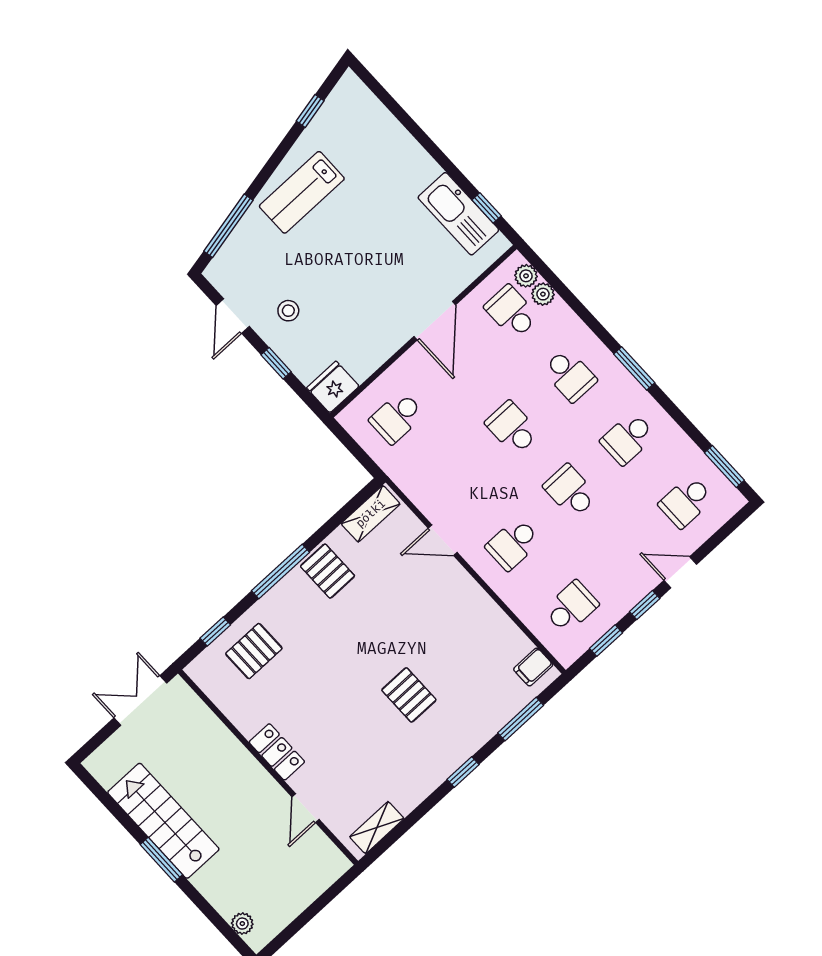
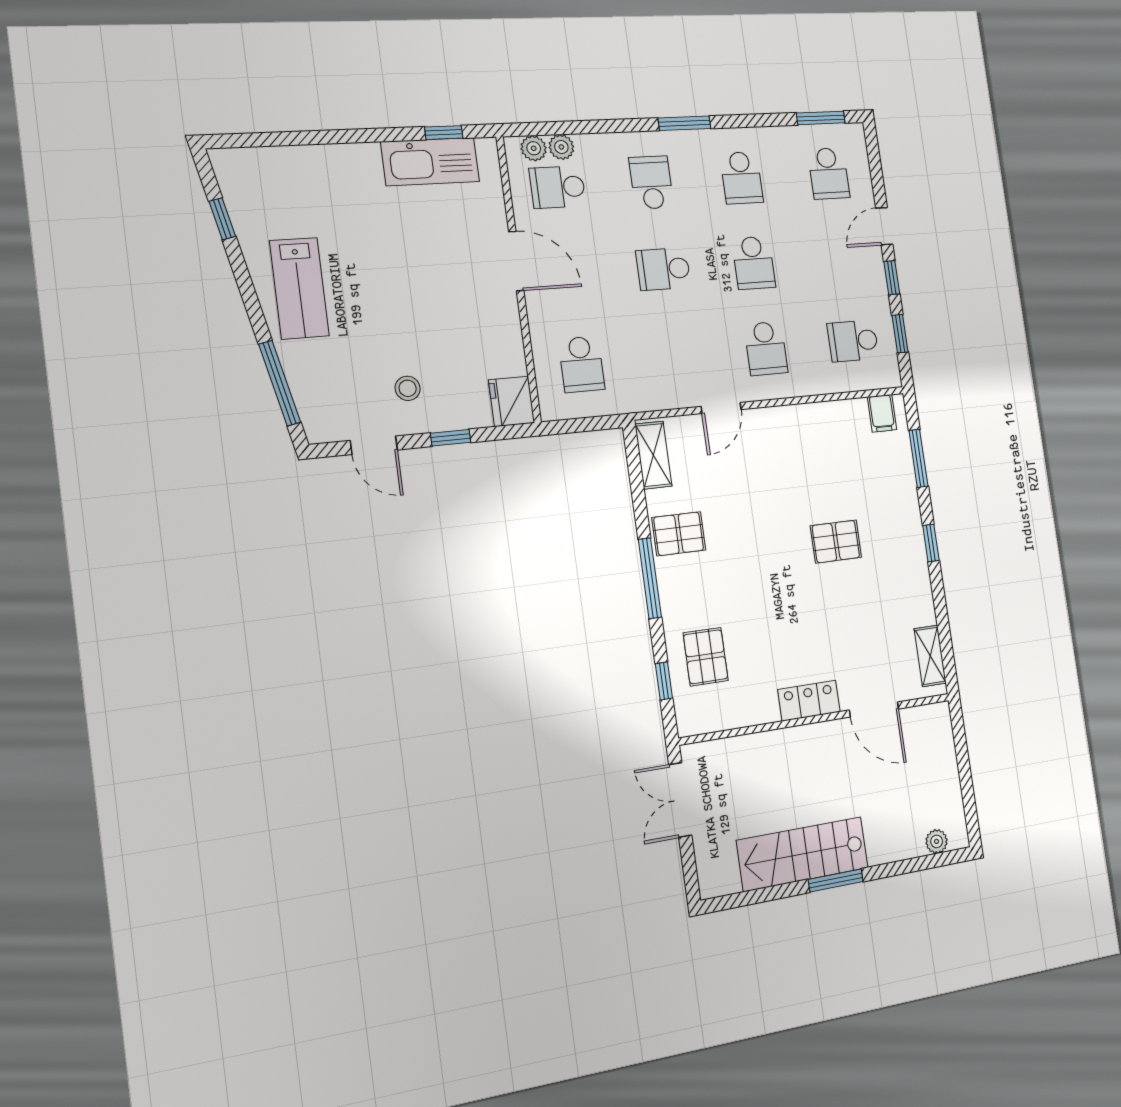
school desk: (570, 375) -> (651, 182), turned -90
school desk: (570, 491) -> (754, 263), turned -90
school desk: (571, 607) -> (853, 341), turned -90
door: (306, 808) -> (874, 709), width x1.38

